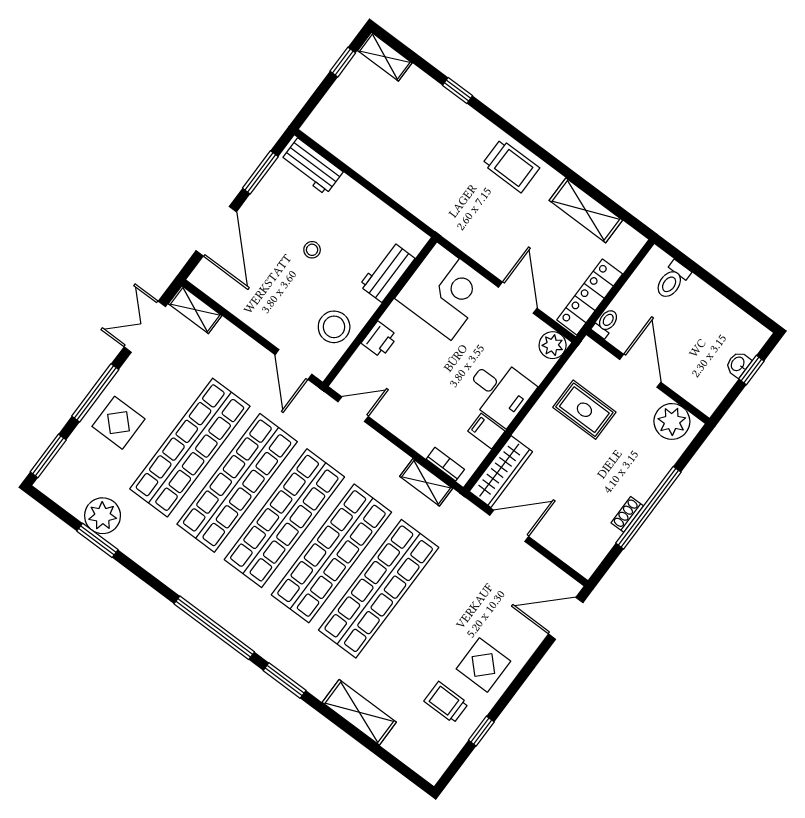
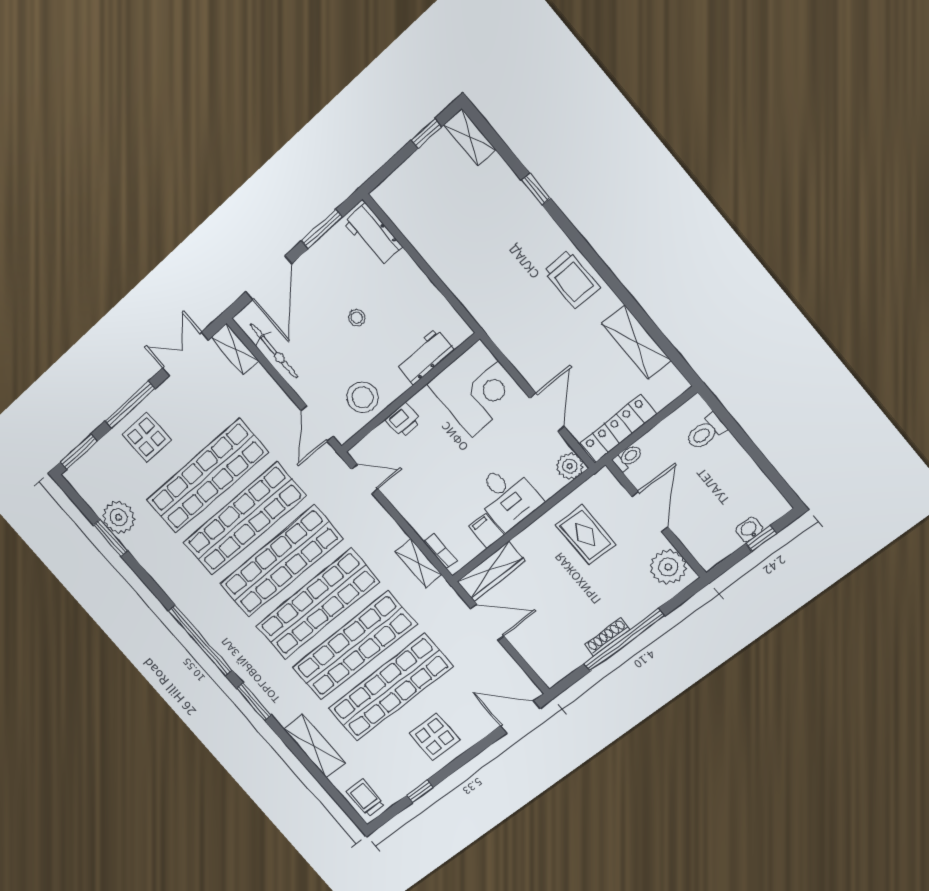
bicycle: (235, 302) -> (274, 351), added
shoe rack: (627, 514) -> (607, 637), width x1.43
shop shelf: (426, 624) -> (390, 688), added
trolley: (446, 702) -> (365, 798), moved

